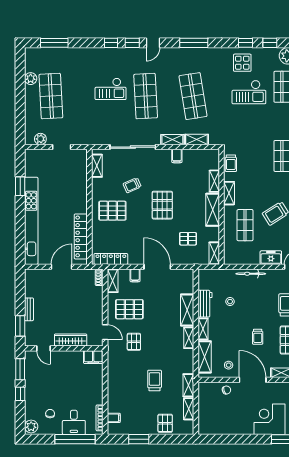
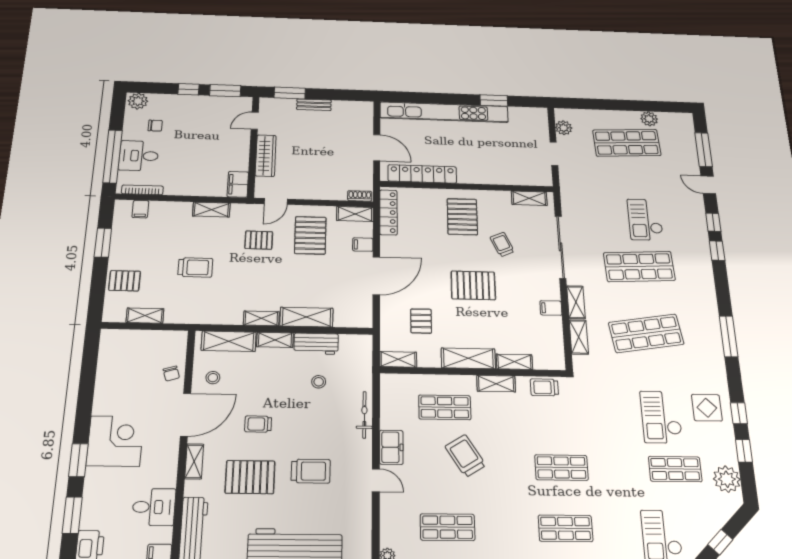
door: (153, 43) -> (708, 185), moved
shelving: (188, 385) -> (211, 210), moved

